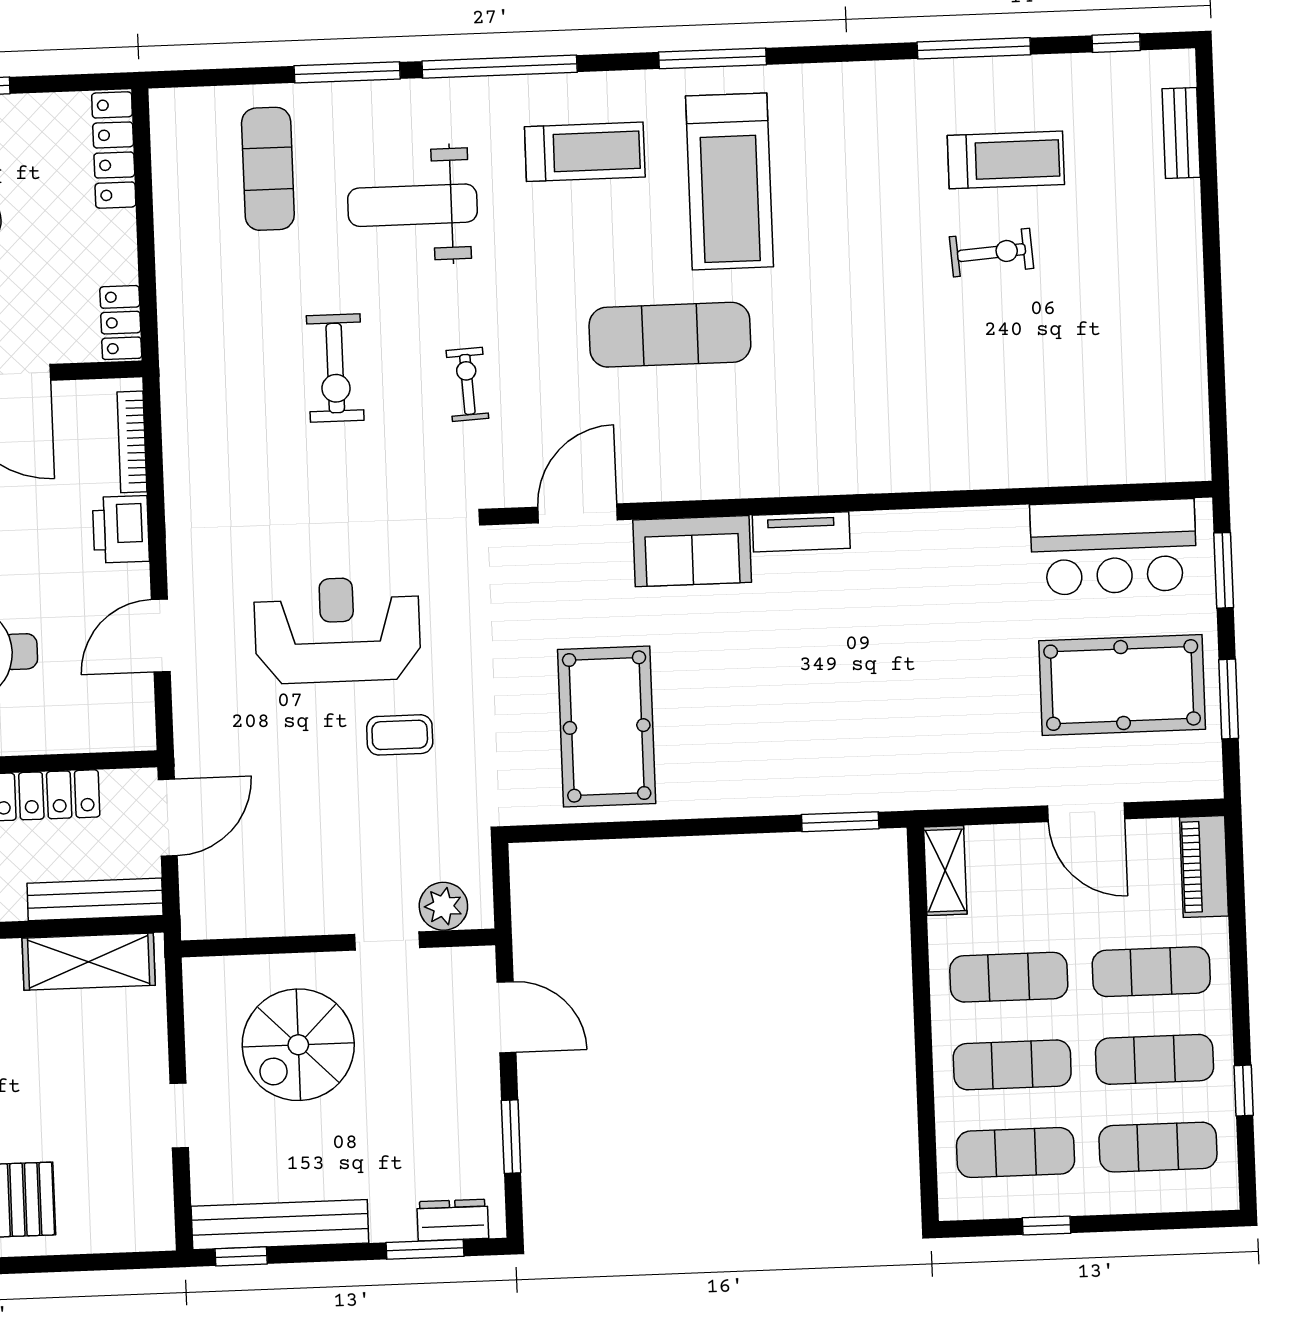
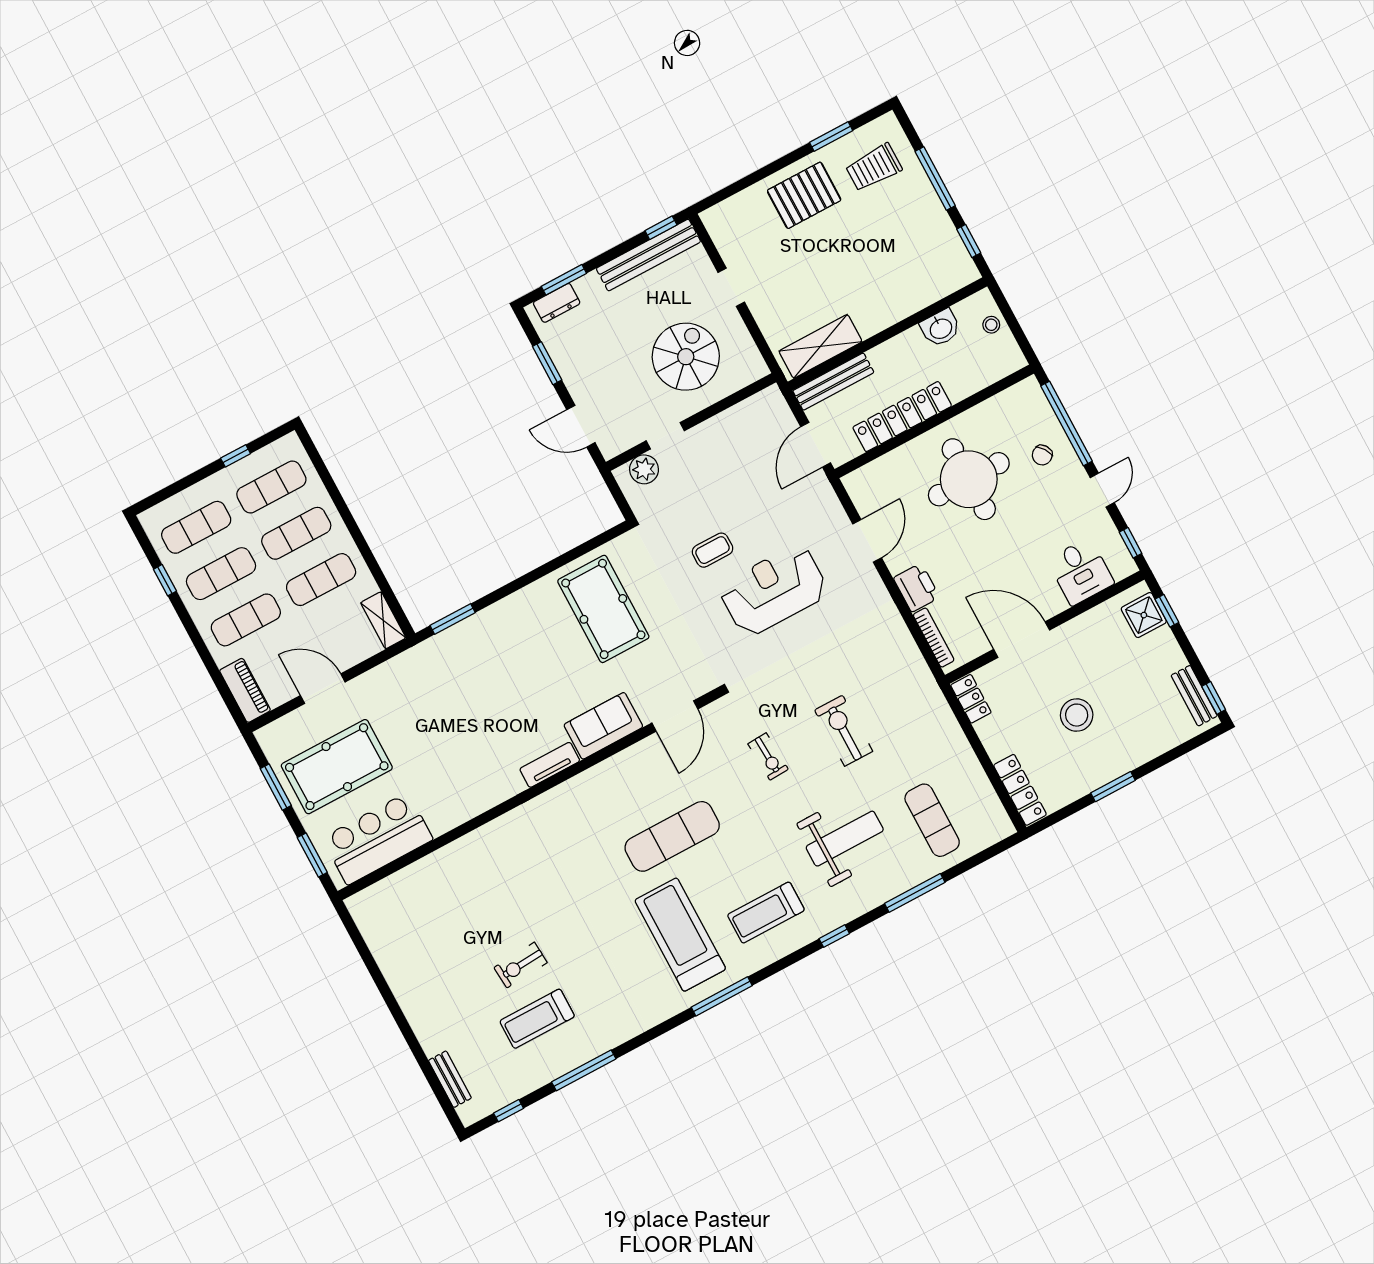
window: (500, 67) -> (834, 936), width x0.32
reception desk: (337, 630) -> (774, 590), turned 180

